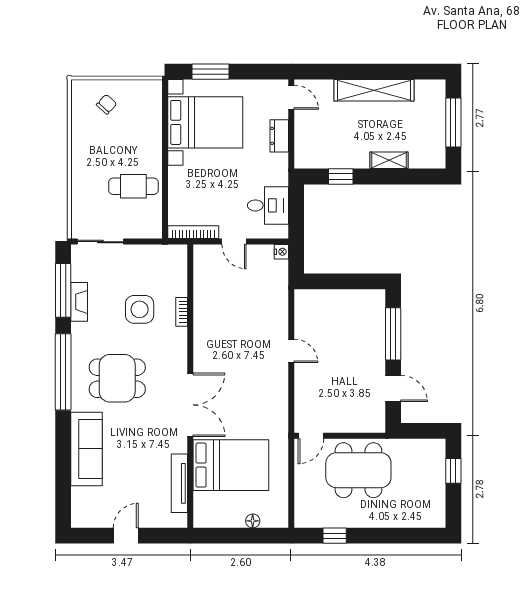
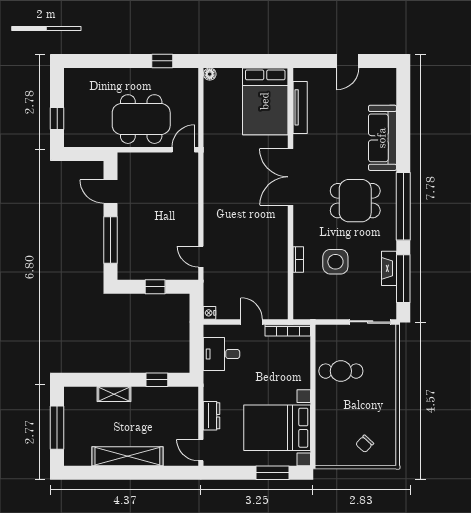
window: (343, 281) -> (155, 287), added
door: (291, 351) -> (201, 257), moved
bed: (231, 465) -> (265, 101), moved, turned -90
floor lamp: (253, 521) -> (210, 74), moved

